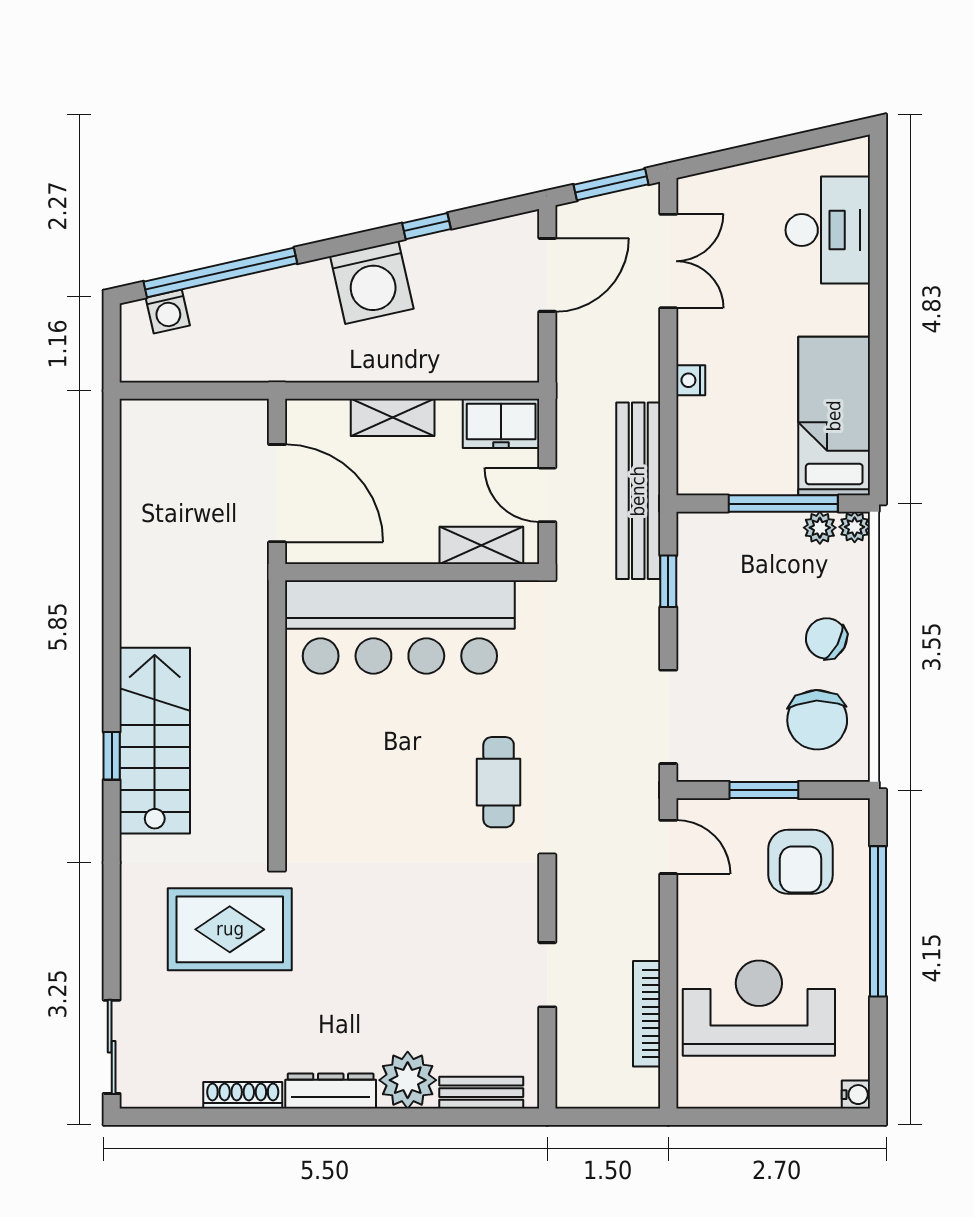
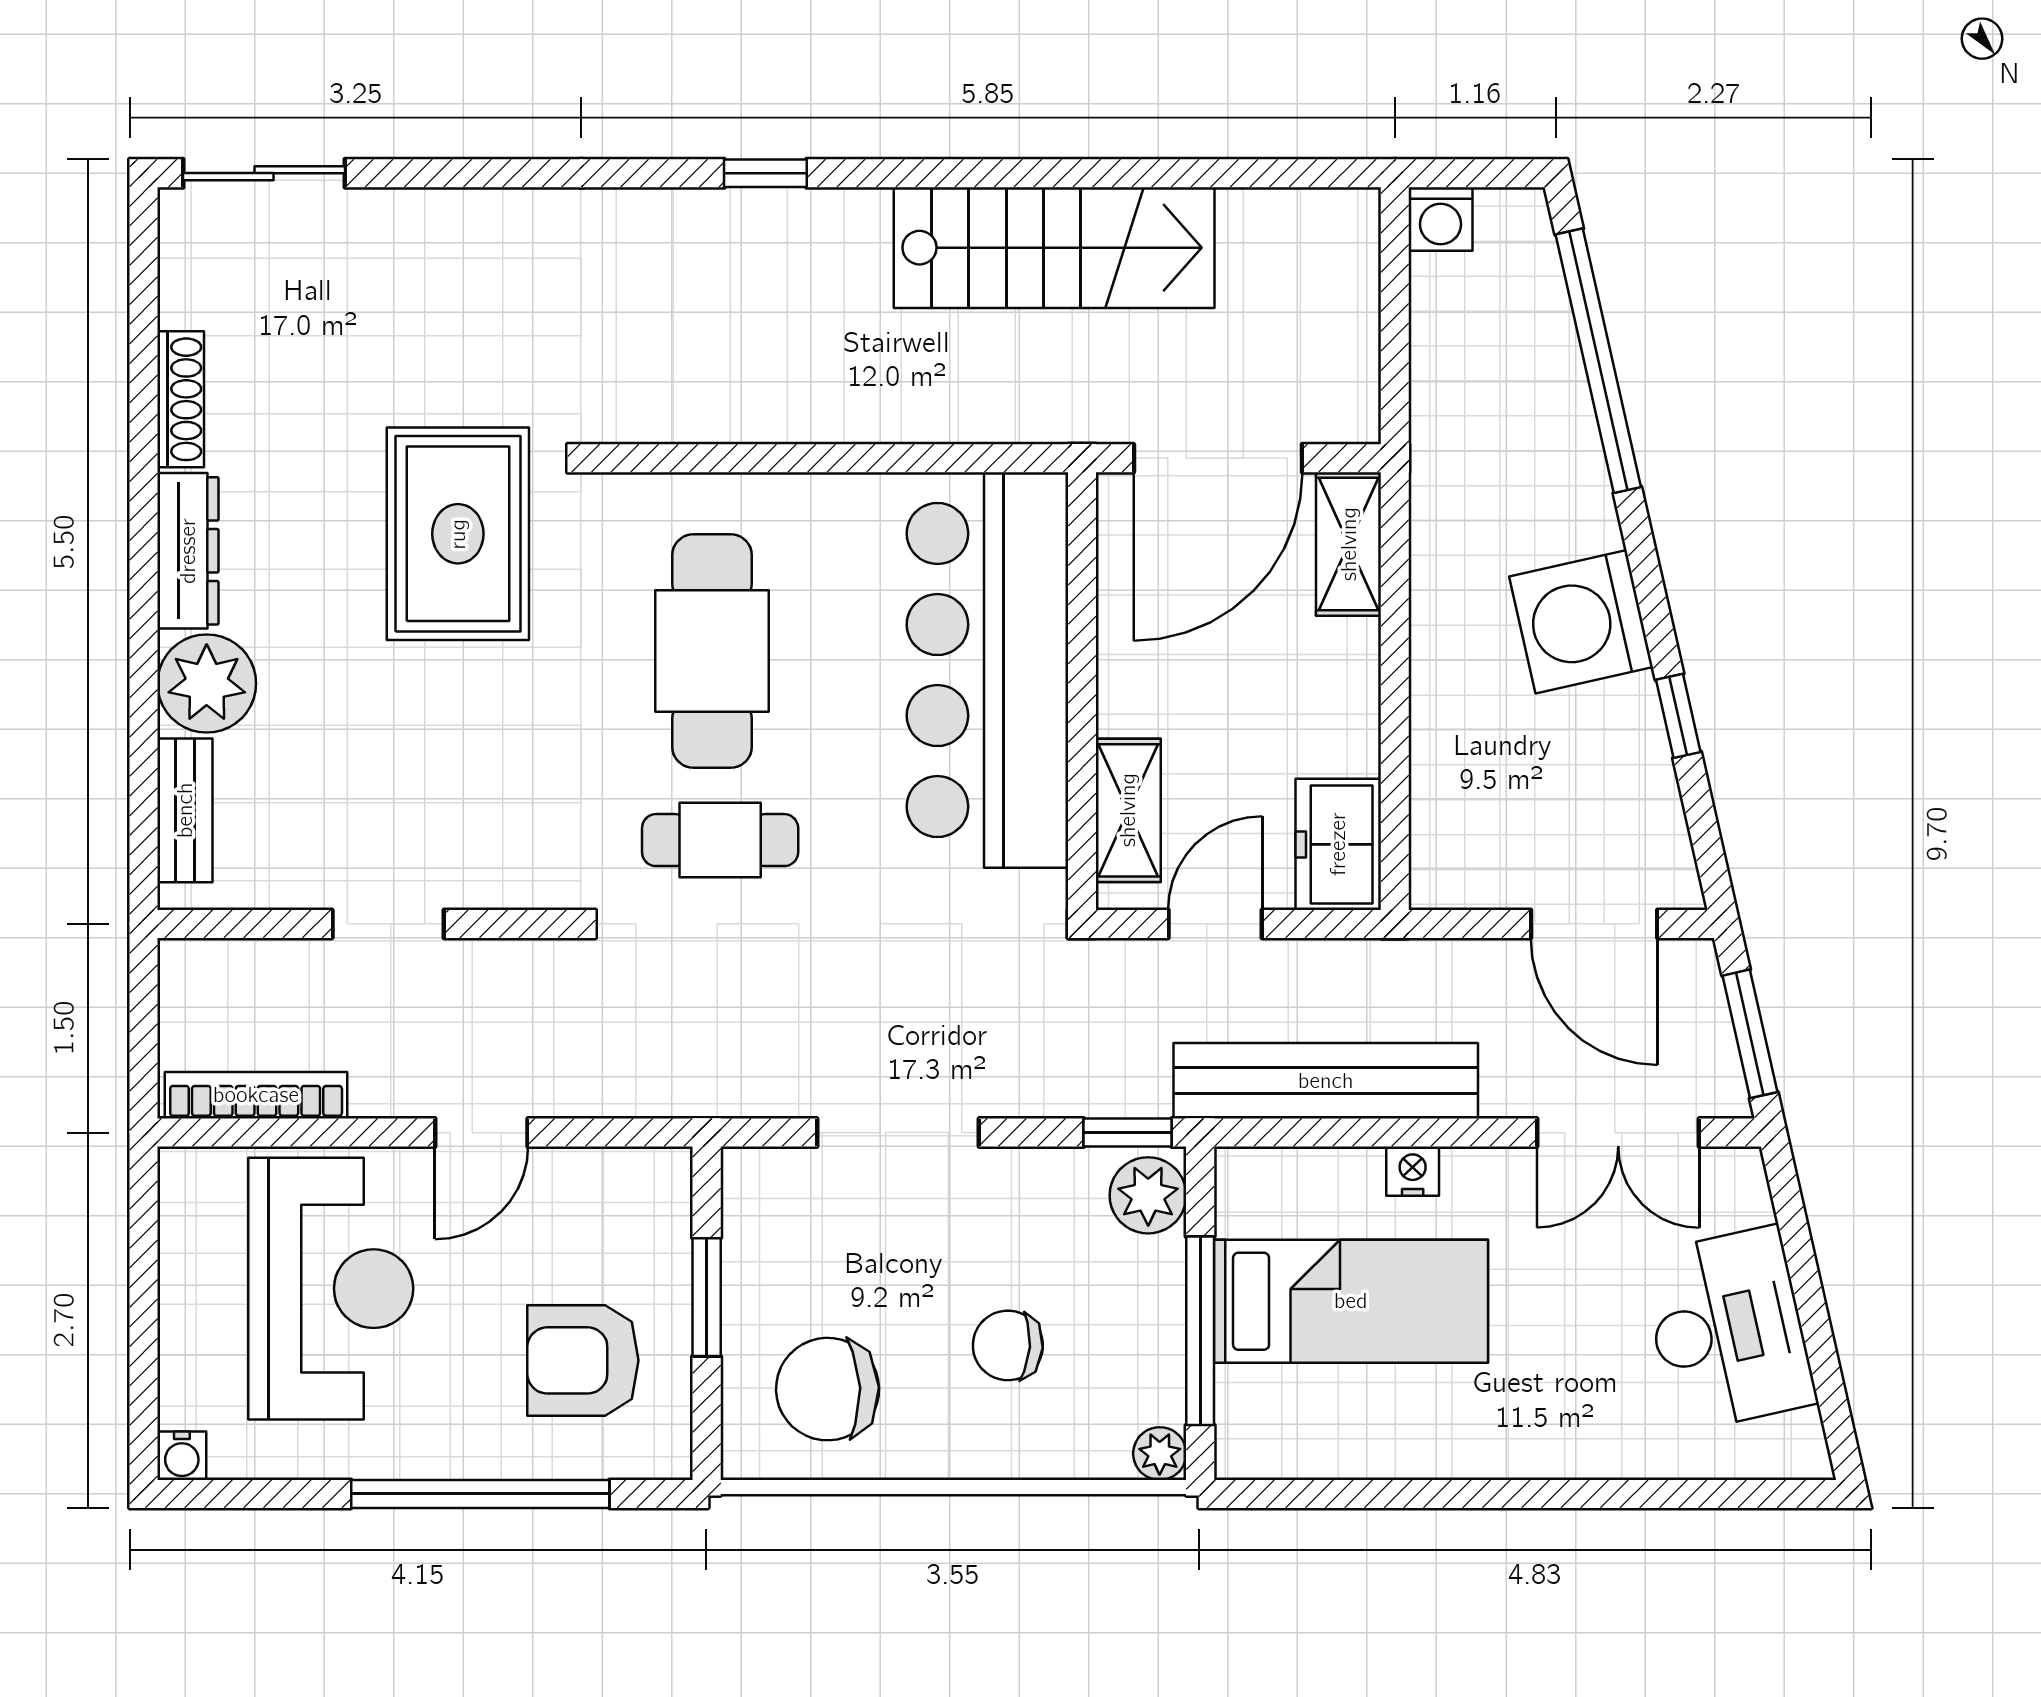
desk: (828, 230) -> (1728, 1329), moved, turned -103
washing machine: (168, 312) -> (1441, 219), moved, turned -77
bed: (834, 416) -> (1351, 1301), moved
shelving: (393, 417) -> (1349, 544), moved
bench: (638, 491) -> (1326, 1081), moved
plant: (820, 528) -> (1148, 1195), moved, width x1.38, depth x1.38
window: (668, 581) -> (1128, 1133), moved
chair: (826, 638) -> (1008, 1345), moved, turned -114
doorway: (668, 717) -> (898, 1133), moved
stairs: (155, 741) -> (1054, 248), moved
cafe table: (389, 787) -> (712, 651), added
door: (668, 847) -> (481, 1133), moved
rug: (230, 929) -> (458, 534), moved
bookcase: (647, 1014) -> (256, 1095), moved

